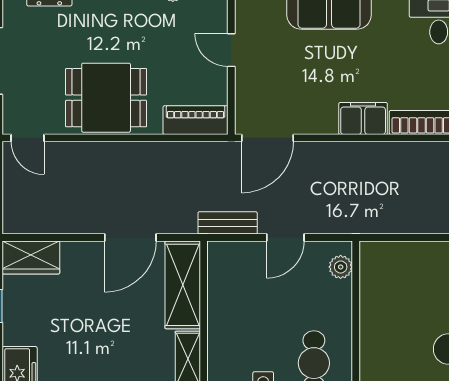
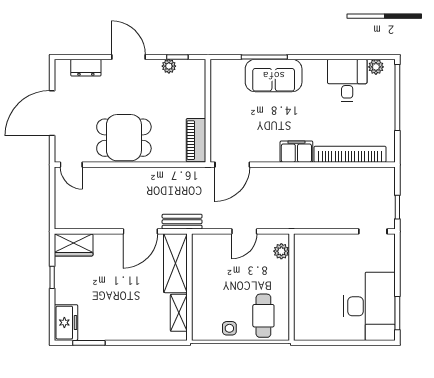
door: (231, 50) -> (208, 106), removed
piano: (196, 120) -> (196, 140), moved, turned -90
bench: (228, 223) -> (182, 222), moved

